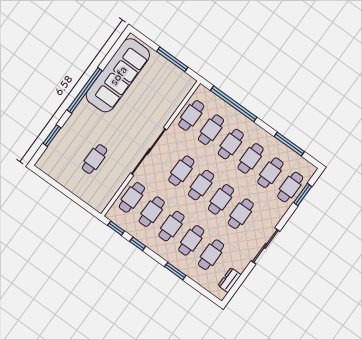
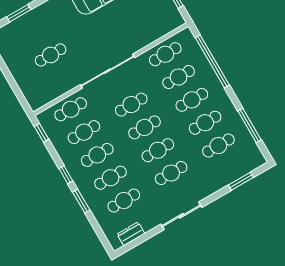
cafe table: (290, 187) -> (232, 168), removed
window: (138, 244) -> (66, 175), moved

